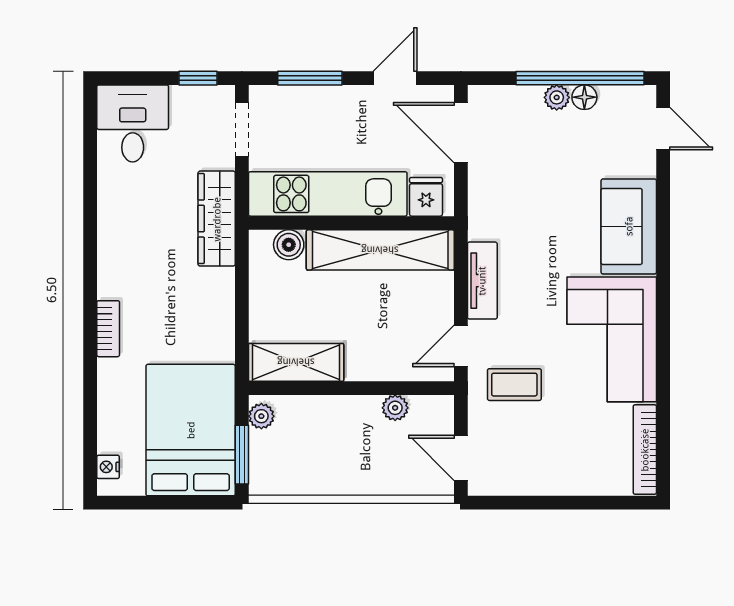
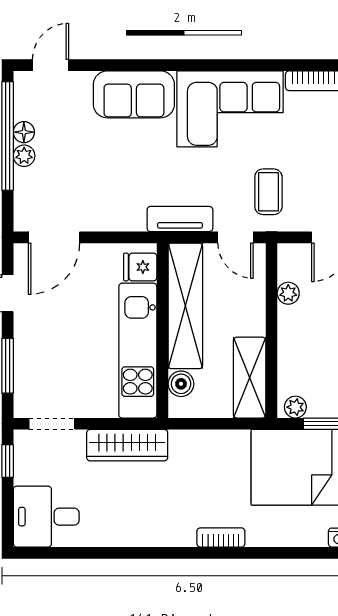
kitchen unit: (328, 194) -> (138, 351), moved
fridge: (426, 197) -> (140, 267), moved
wall: (351, 223) -> (162, 331), moved
boiler: (289, 245) -> (181, 384), moved
shelving: (380, 250) -> (185, 306), moved

